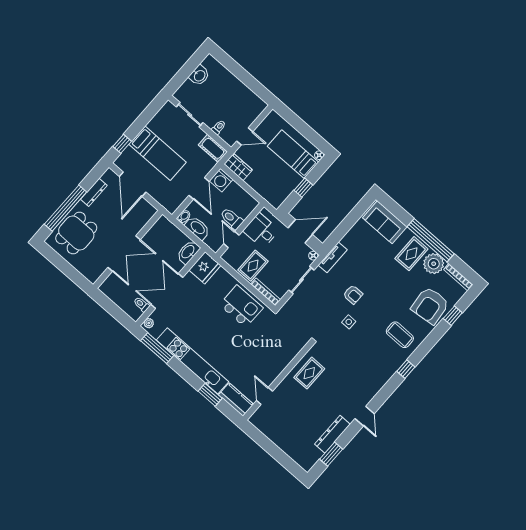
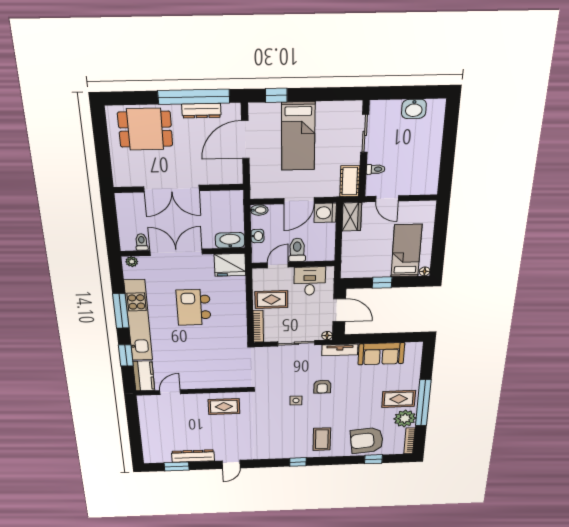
window: (66, 208) -> (194, 97), moved
sofa: (385, 222) -> (381, 354), moved, turned -90
washbasin: (197, 228) -> (257, 236), width x0.52, depth x0.69
kitchen island: (241, 306) -> (194, 307), moved, turned 180
window: (157, 348) -> (121, 311), moved

